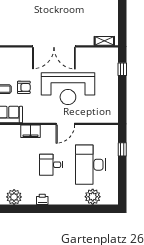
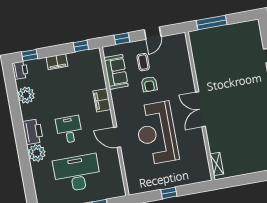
double door: (54, 46) -> (200, 109), width x0.73
window: (122, 69) -> (169, 193), moved
plant: (93, 197) -> (37, 153), moved
printer: (42, 199) -> (33, 132), width x1.87, depth x1.48

